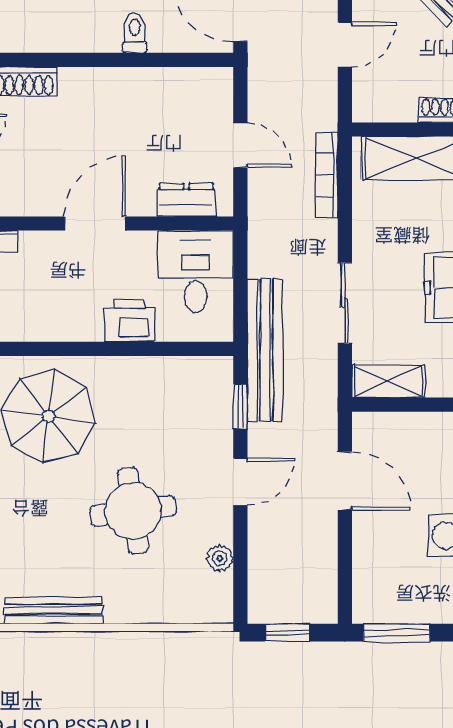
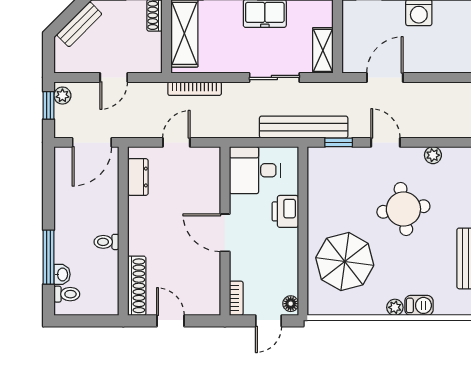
toilet: (135, 33) -> (106, 242), moved
door: (345, 45) -> (114, 77), swing flipped
dresser: (186, 200) -> (138, 177), moved, turned 180

